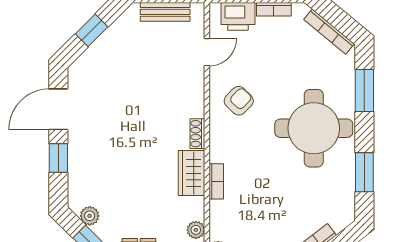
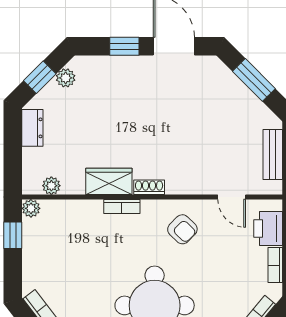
window: (92, 30) -> (254, 80), width x1.50
bookcase: (216, 181) -> (122, 206), moved

